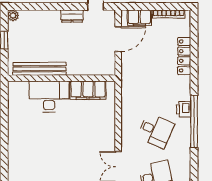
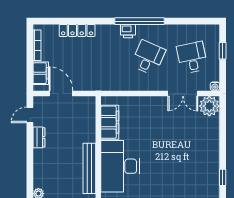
desk: (49, 97) -> (120, 166), width x1.36, depth x1.30

